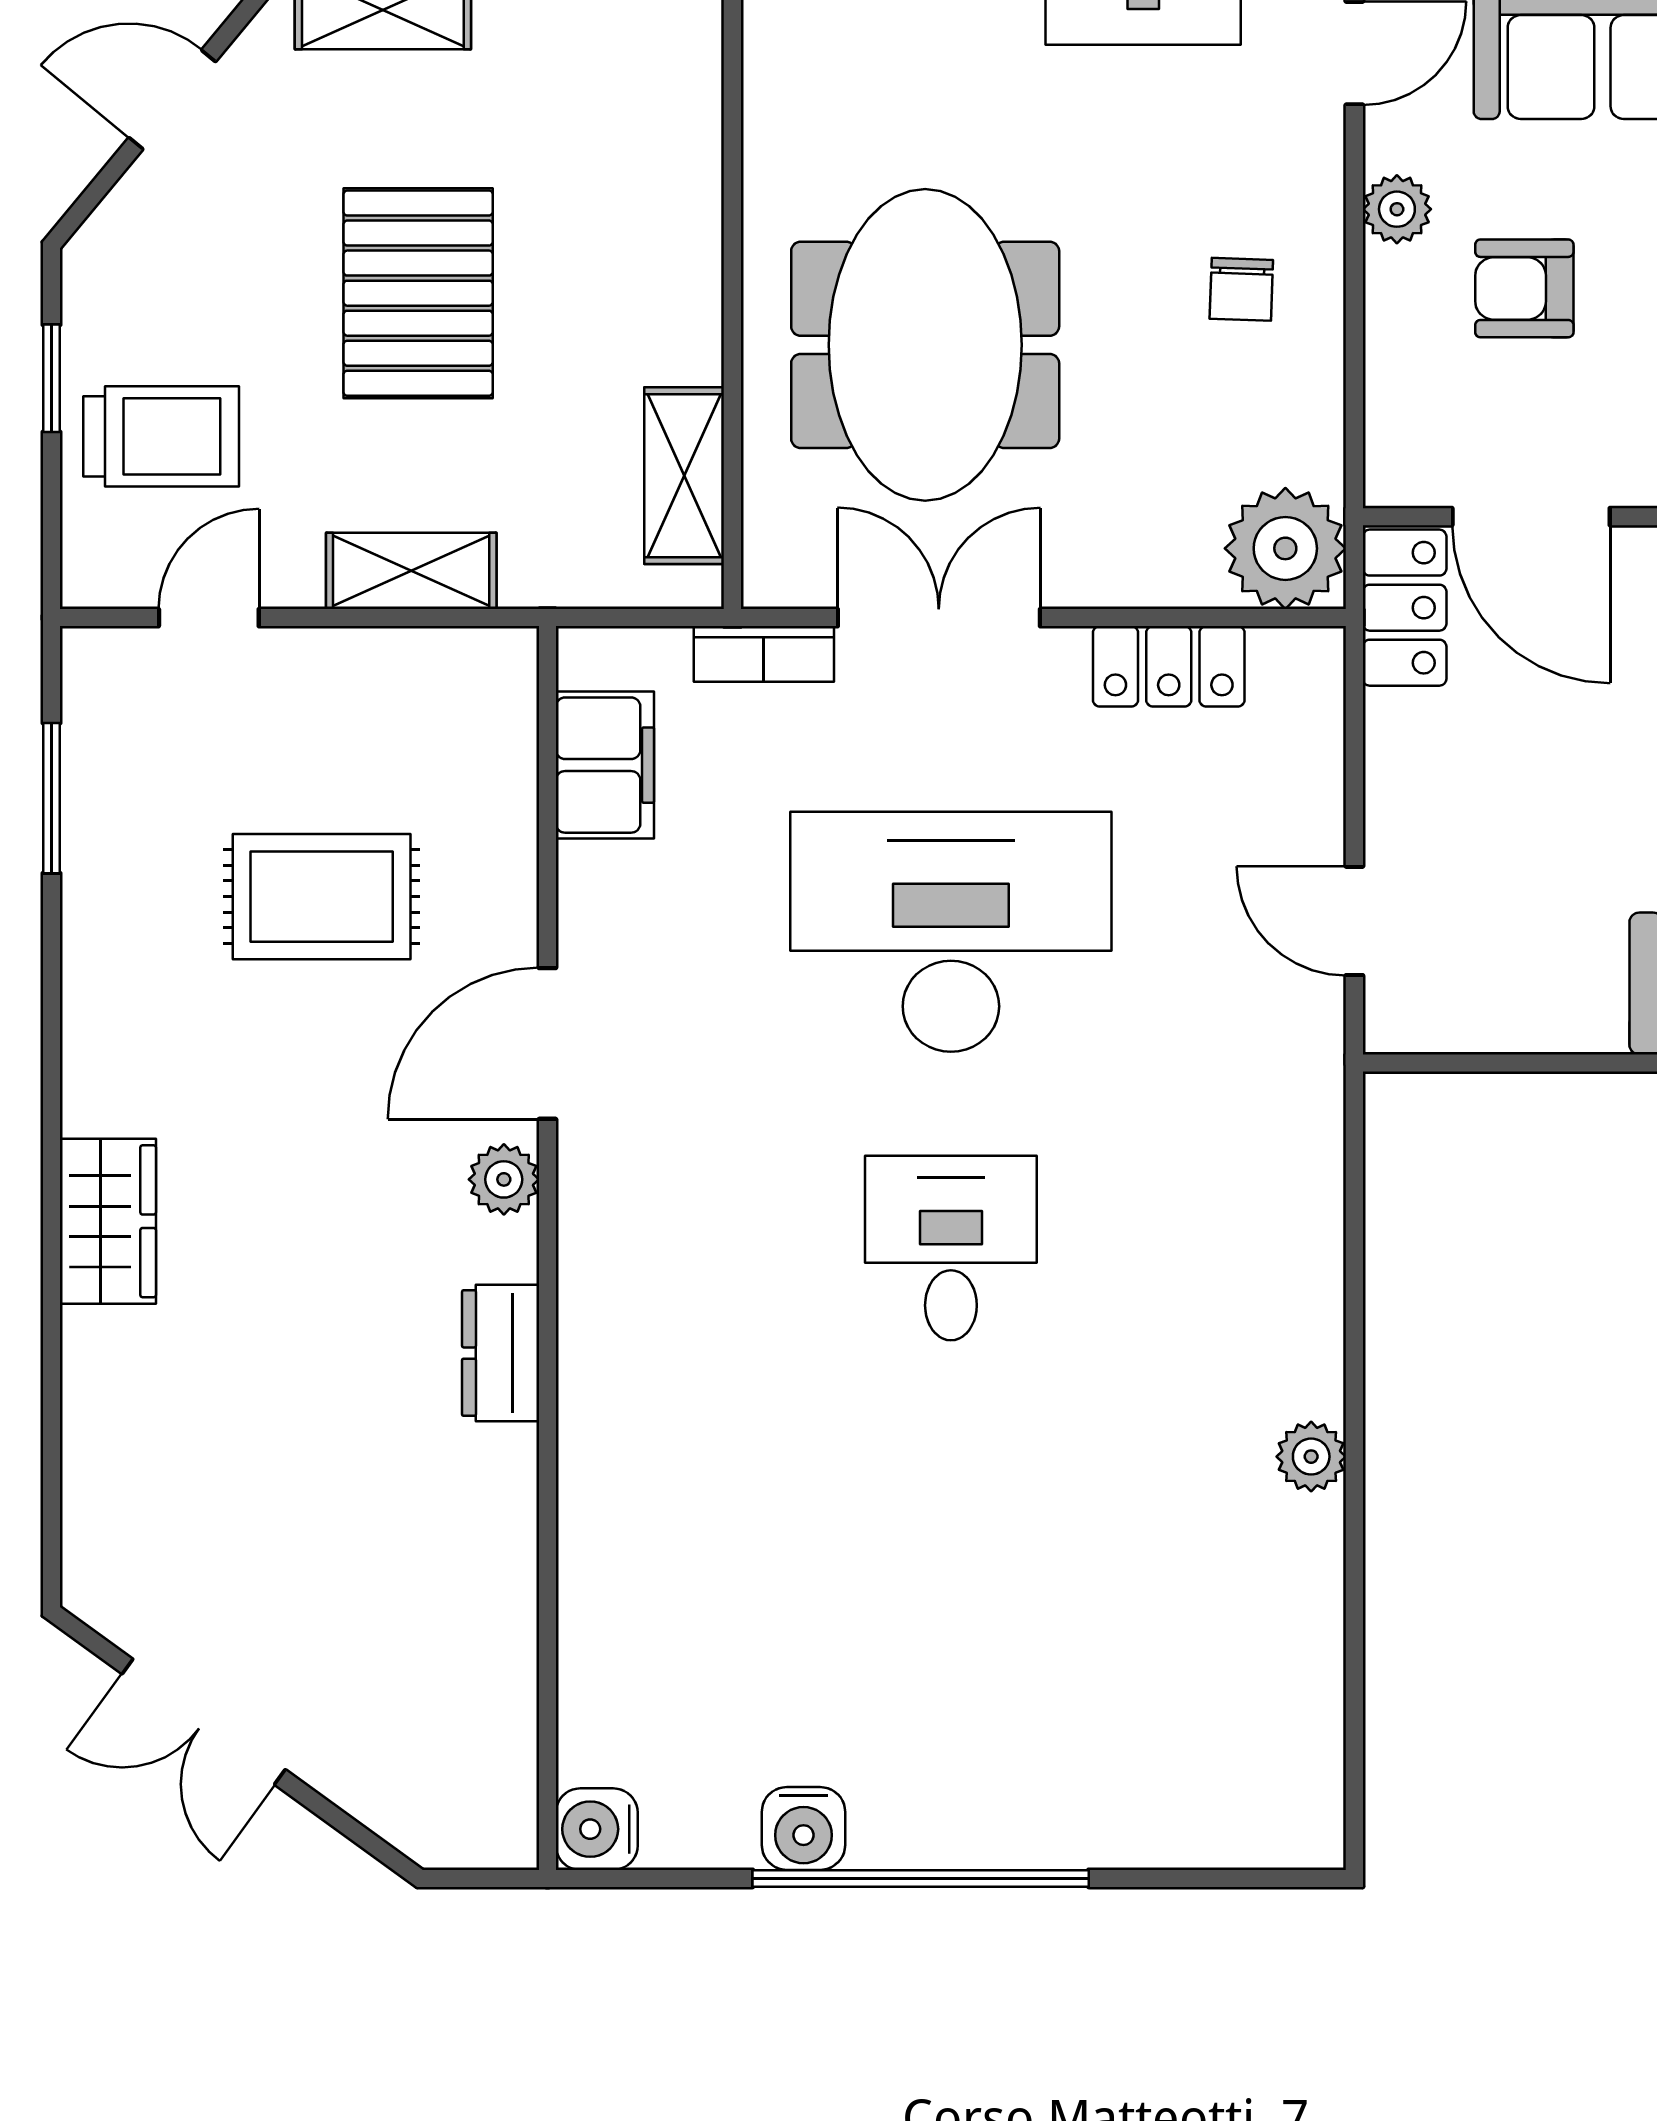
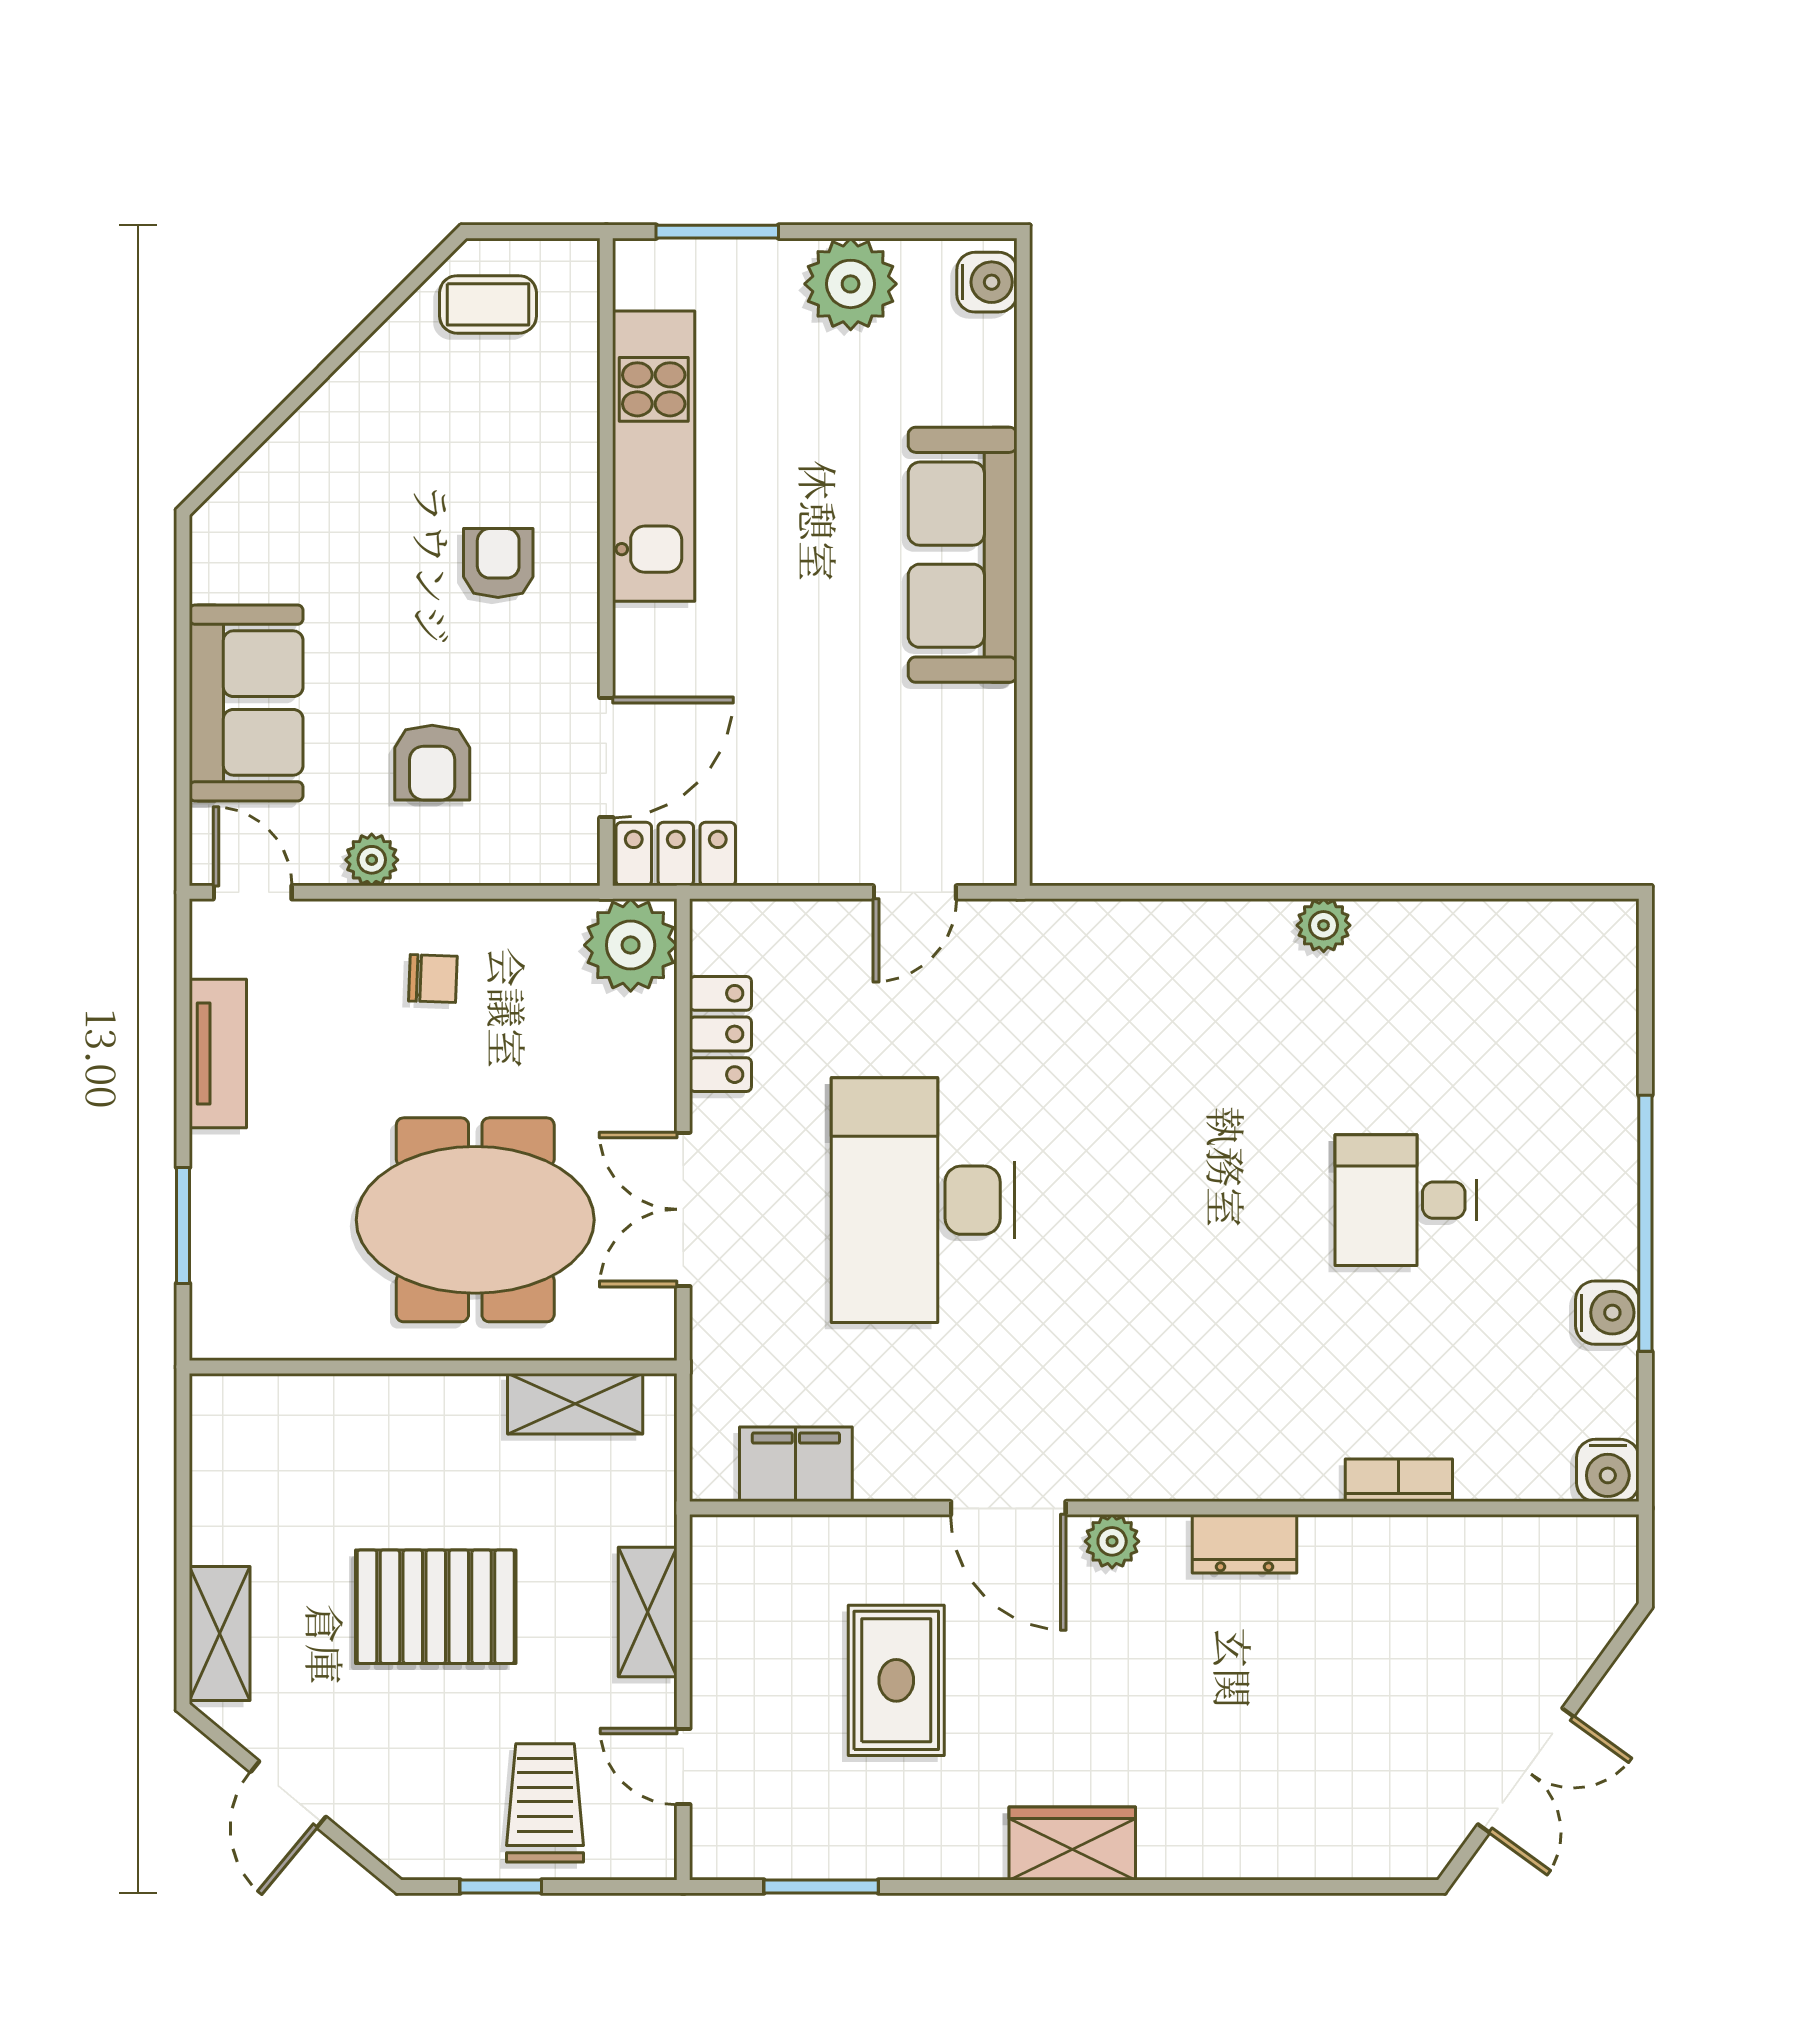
bookcase: (764, 654) -> (1399, 1480), moved, turned -90
wardrobe: (108, 1221) -> (1072, 1843), moved
desk: (951, 1248) -> (1406, 1200), moved

